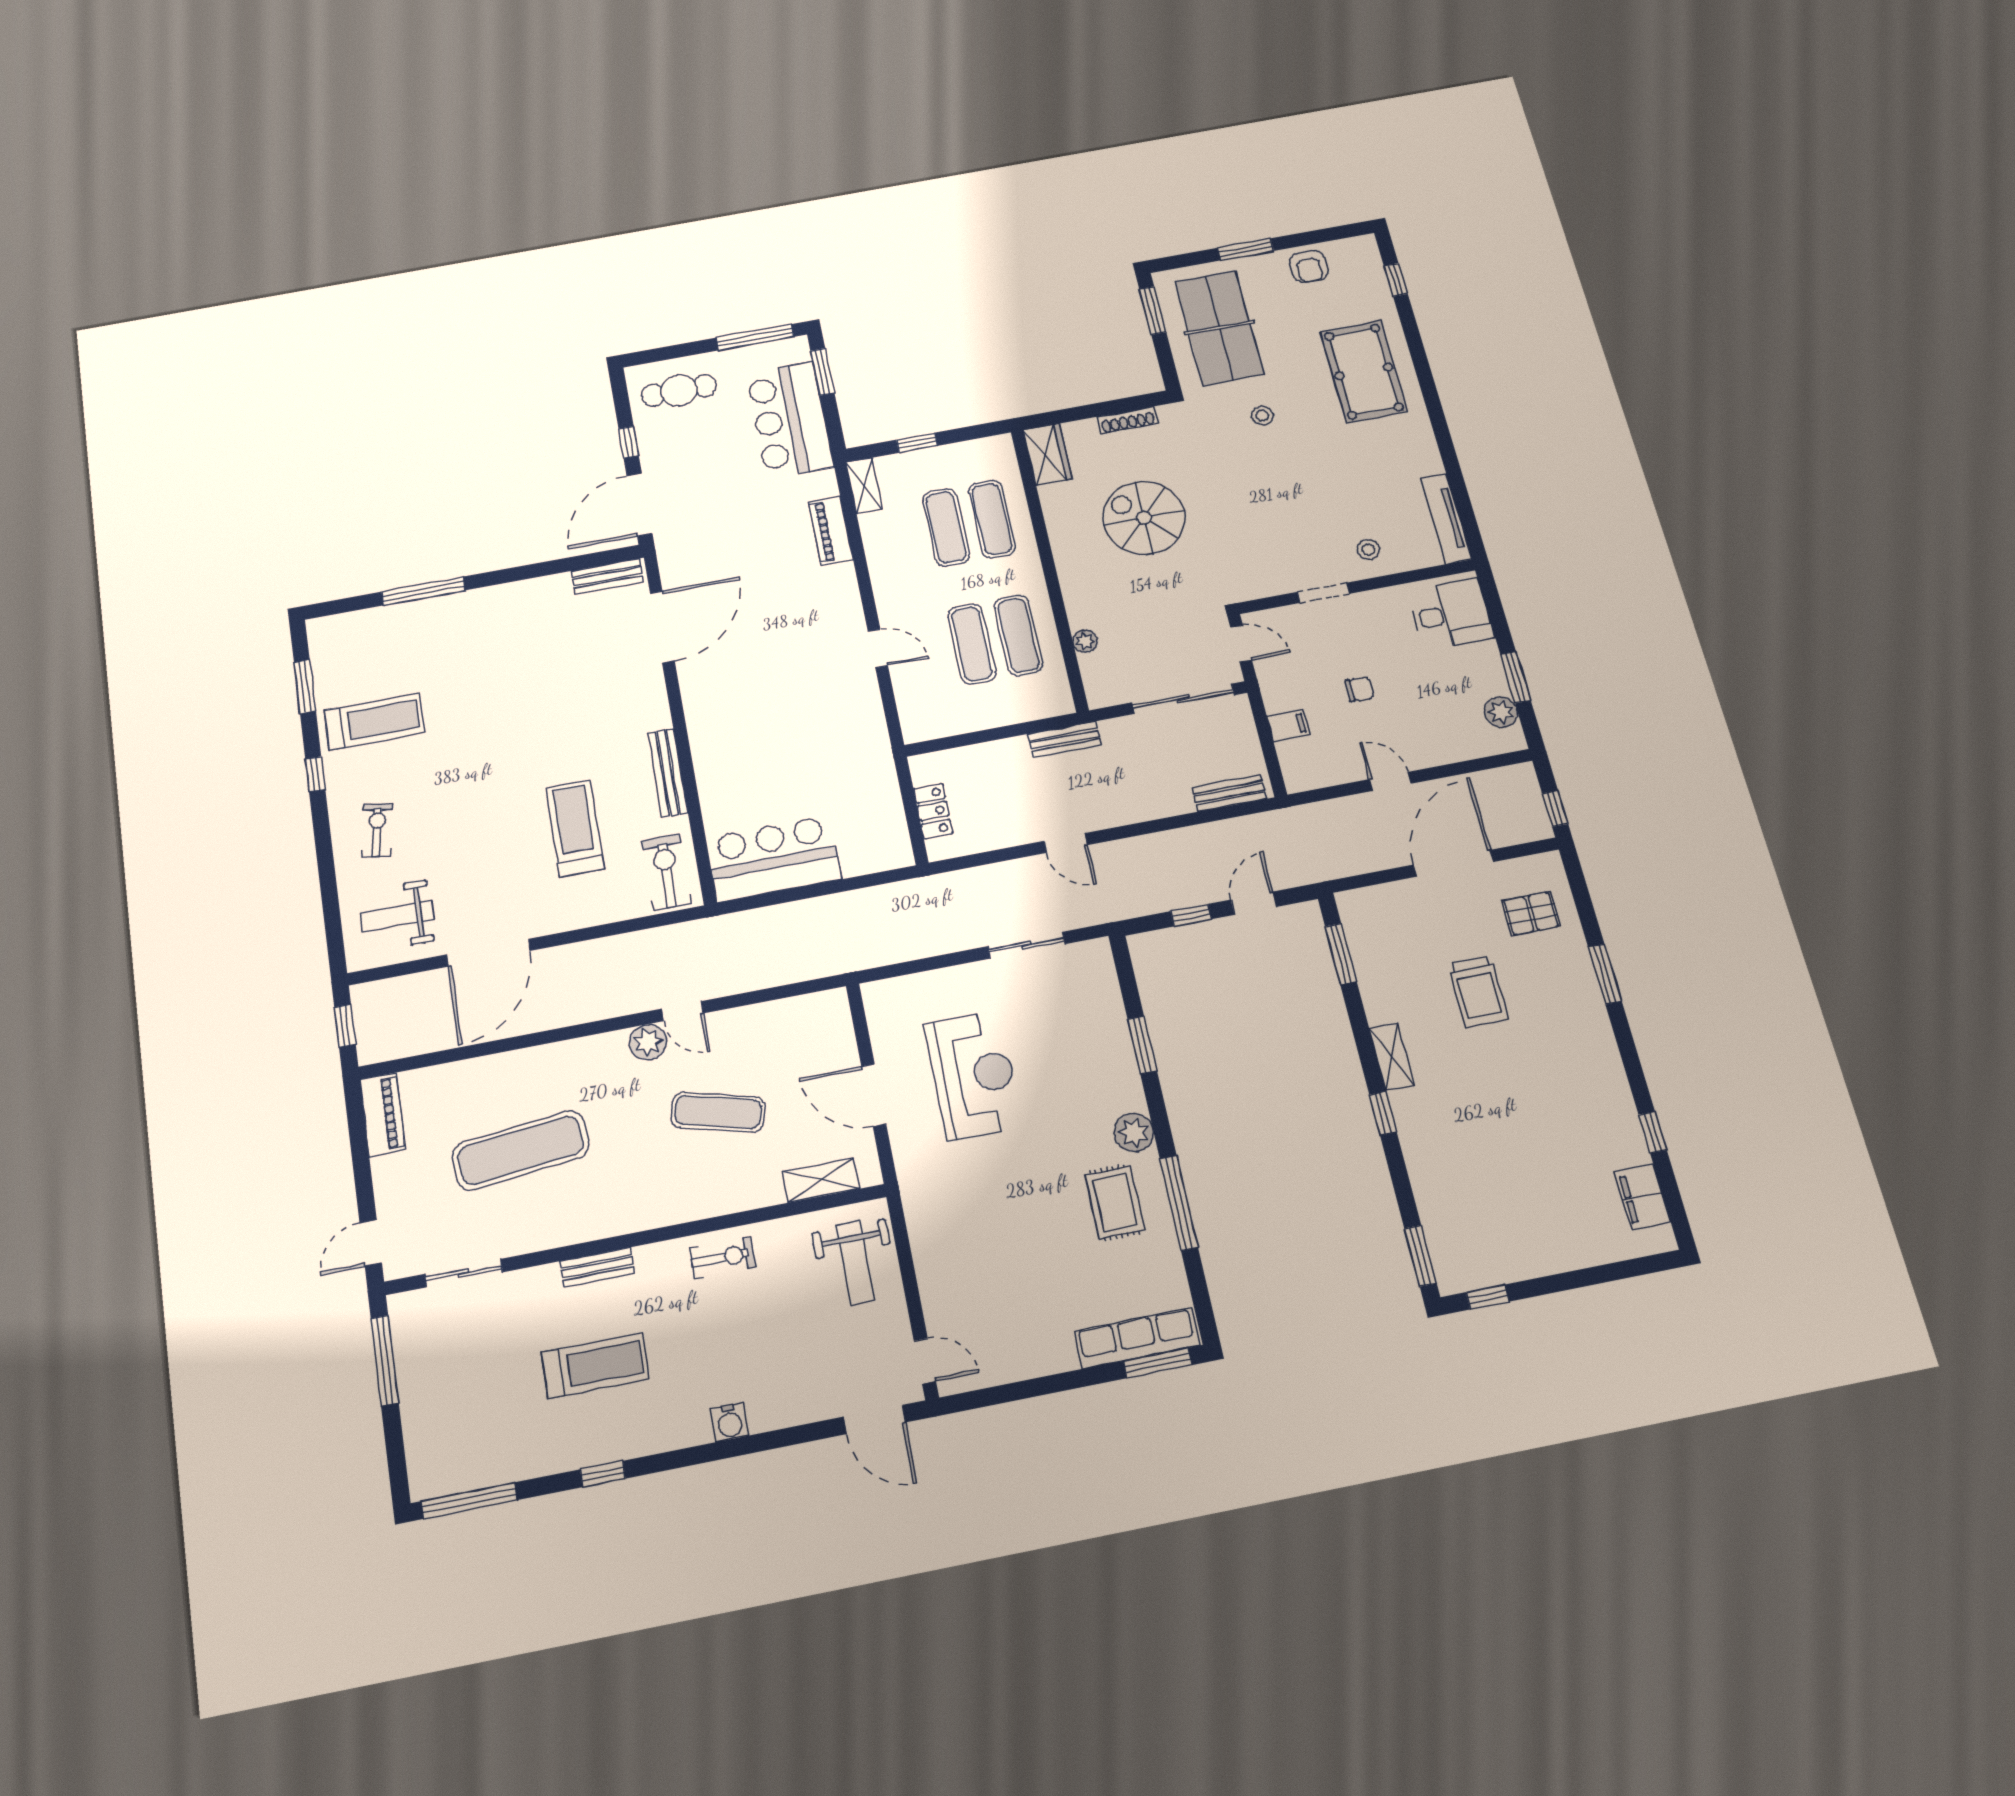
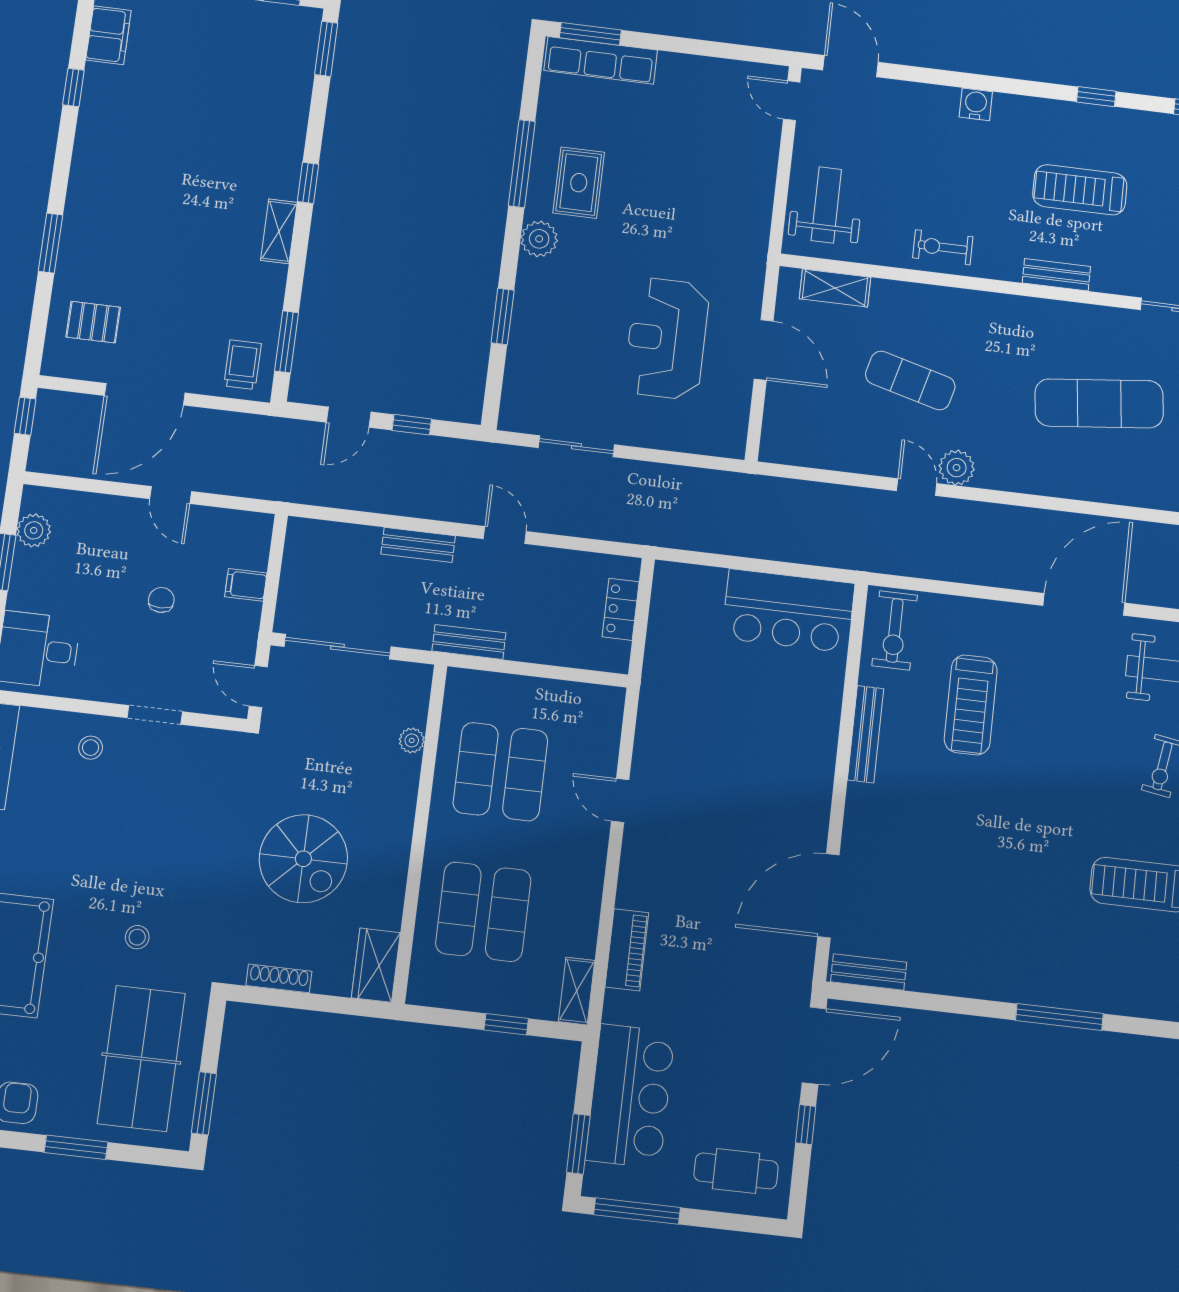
chair: (1359, 689) -> (161, 600), turned 90
bench: (1229, 793) -> (418, 545), moved
trolley: (1478, 991) -> (242, 365), moved, width x0.73, depth x0.72

